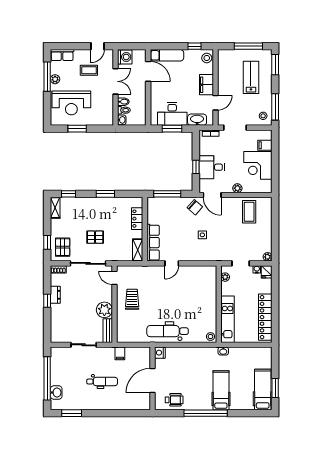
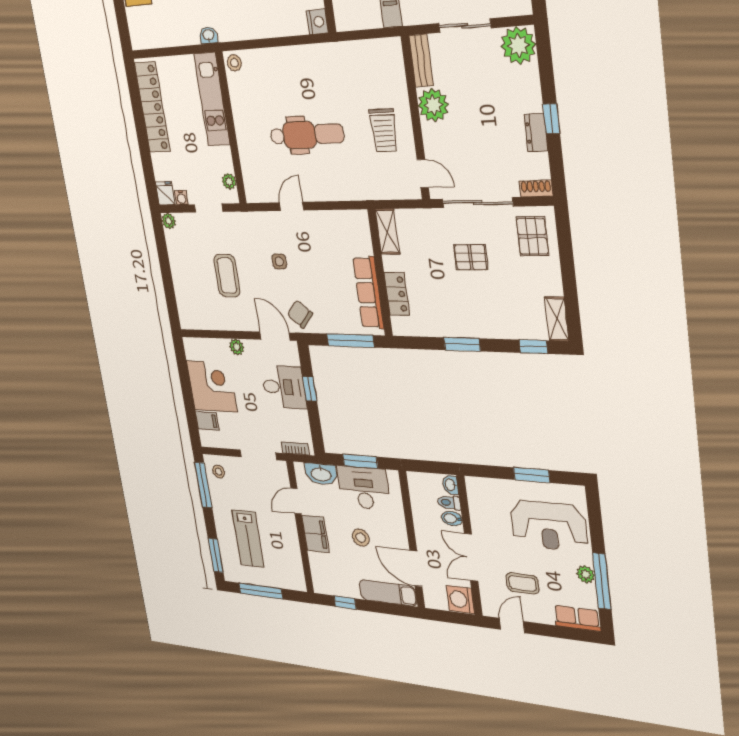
stool: (207, 58) -> (361, 538), moved
reception desk: (71, 103) -> (549, 526), turned 180
coffee table: (249, 212) -> (227, 276), moved
window: (47, 242) -> (565, 246), removed
row of seats: (153, 243) -> (368, 293), moved
door: (172, 263) -> (292, 206), moved
dental chair: (168, 331) -> (307, 135), moved
plant: (59, 334) -> (518, 45), added

